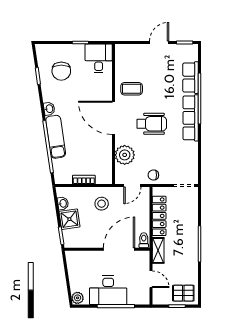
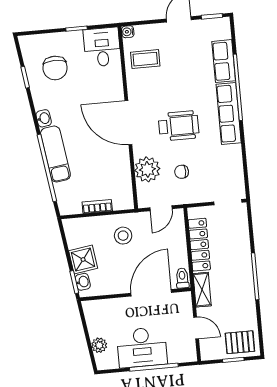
water cooler: (119, 48) -> (128, 32), added
coffee table: (132, 89) -> (145, 59), moved
chair: (153, 175) -> (182, 172), moved
washbasin: (63, 203) -> (83, 282), moved
plant: (78, 298) -> (99, 345), moved

